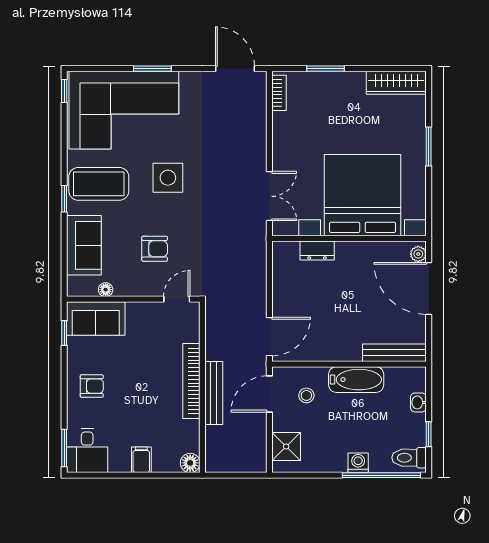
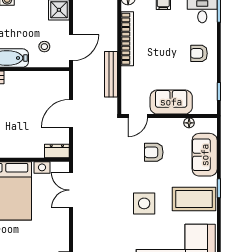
dresser: (317, 250) -> (57, 151), moved
sofa: (96, 319) -> (171, 102), moved
door: (269, 337) -> (71, 113), moved
bookcase: (191, 381) -> (127, 39), moved
bench: (214, 393) -> (111, 74), moved

